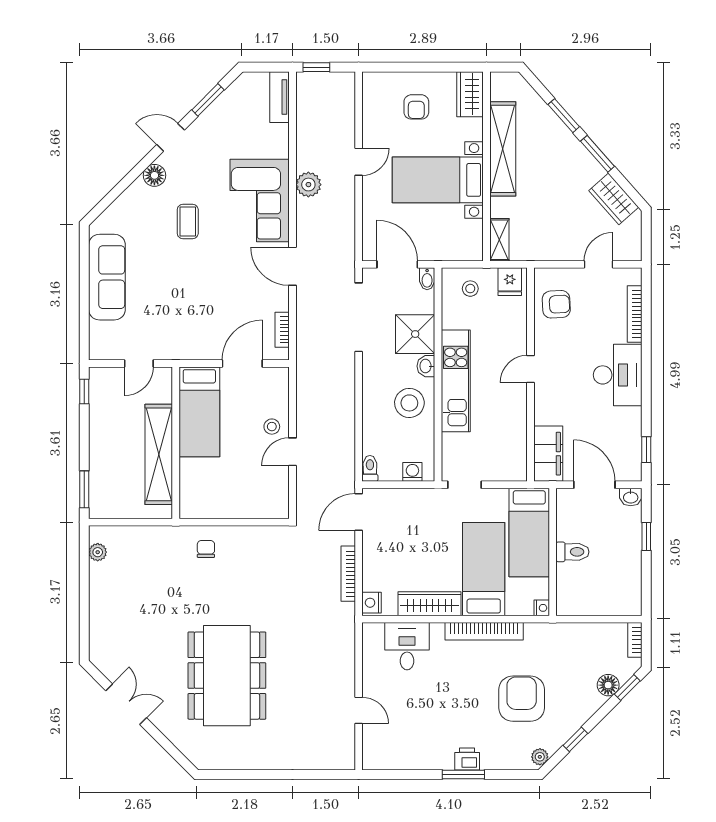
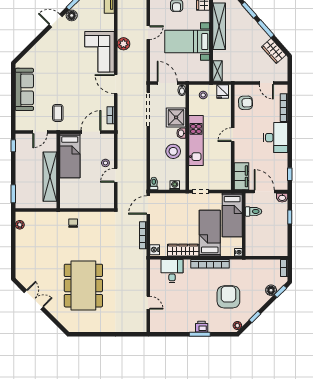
floor lamp: (154, 175) -> (72, 15), moved
coffee table: (188, 221) -> (58, 113), moved
door: (598, 264) -> (266, 83), swing flipped
toilet: (572, 552) -> (253, 211), moved

